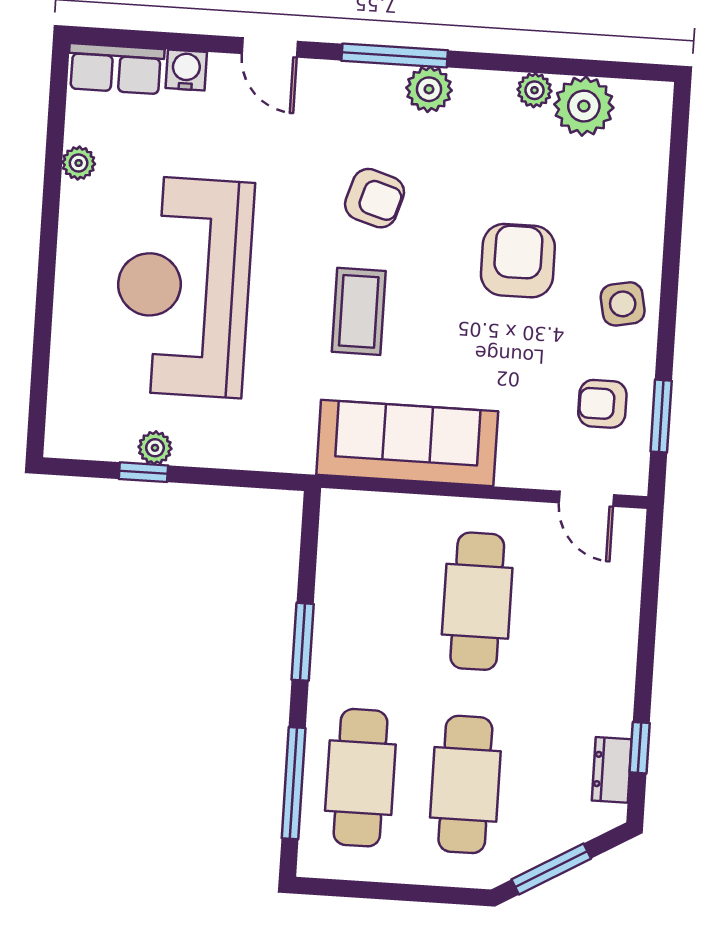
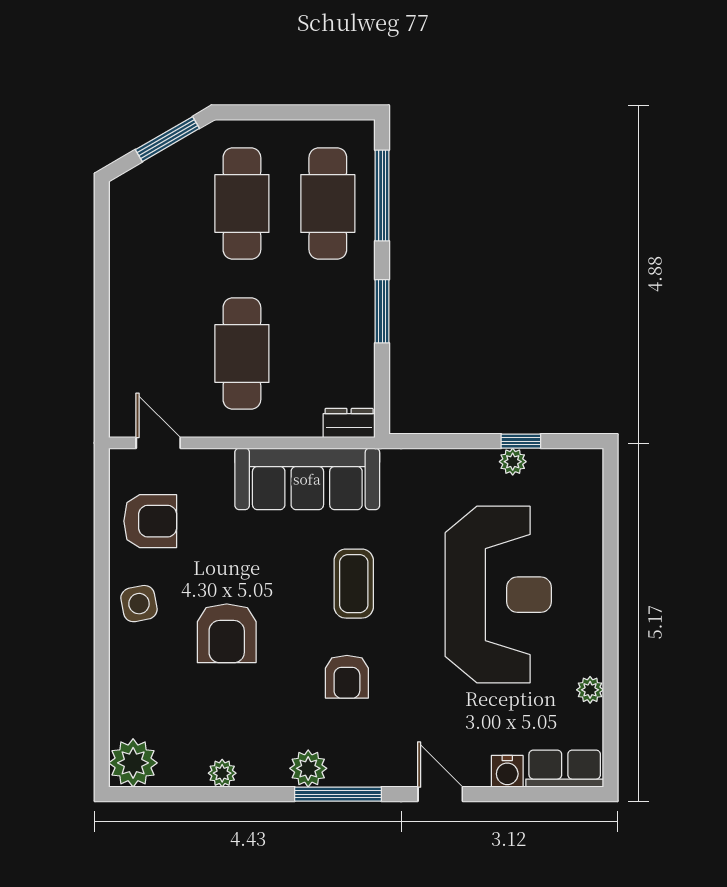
plant: (584, 106) -> (133, 763), moved
armchair: (375, 198) -> (347, 677), turned -107
armchair: (602, 404) -> (150, 521), width x1.38, depth x1.38
window: (661, 416) -> (102, 514), removed
window: (640, 748) -> (102, 243), removed
dresser: (612, 770) -> (349, 423), moved, turned -90

